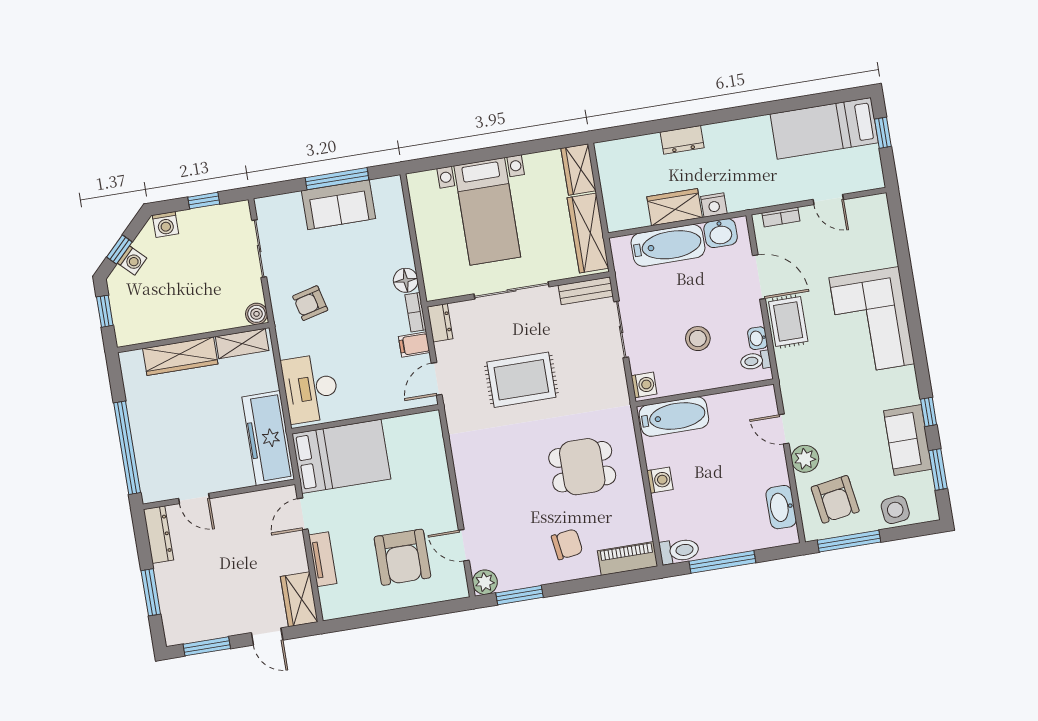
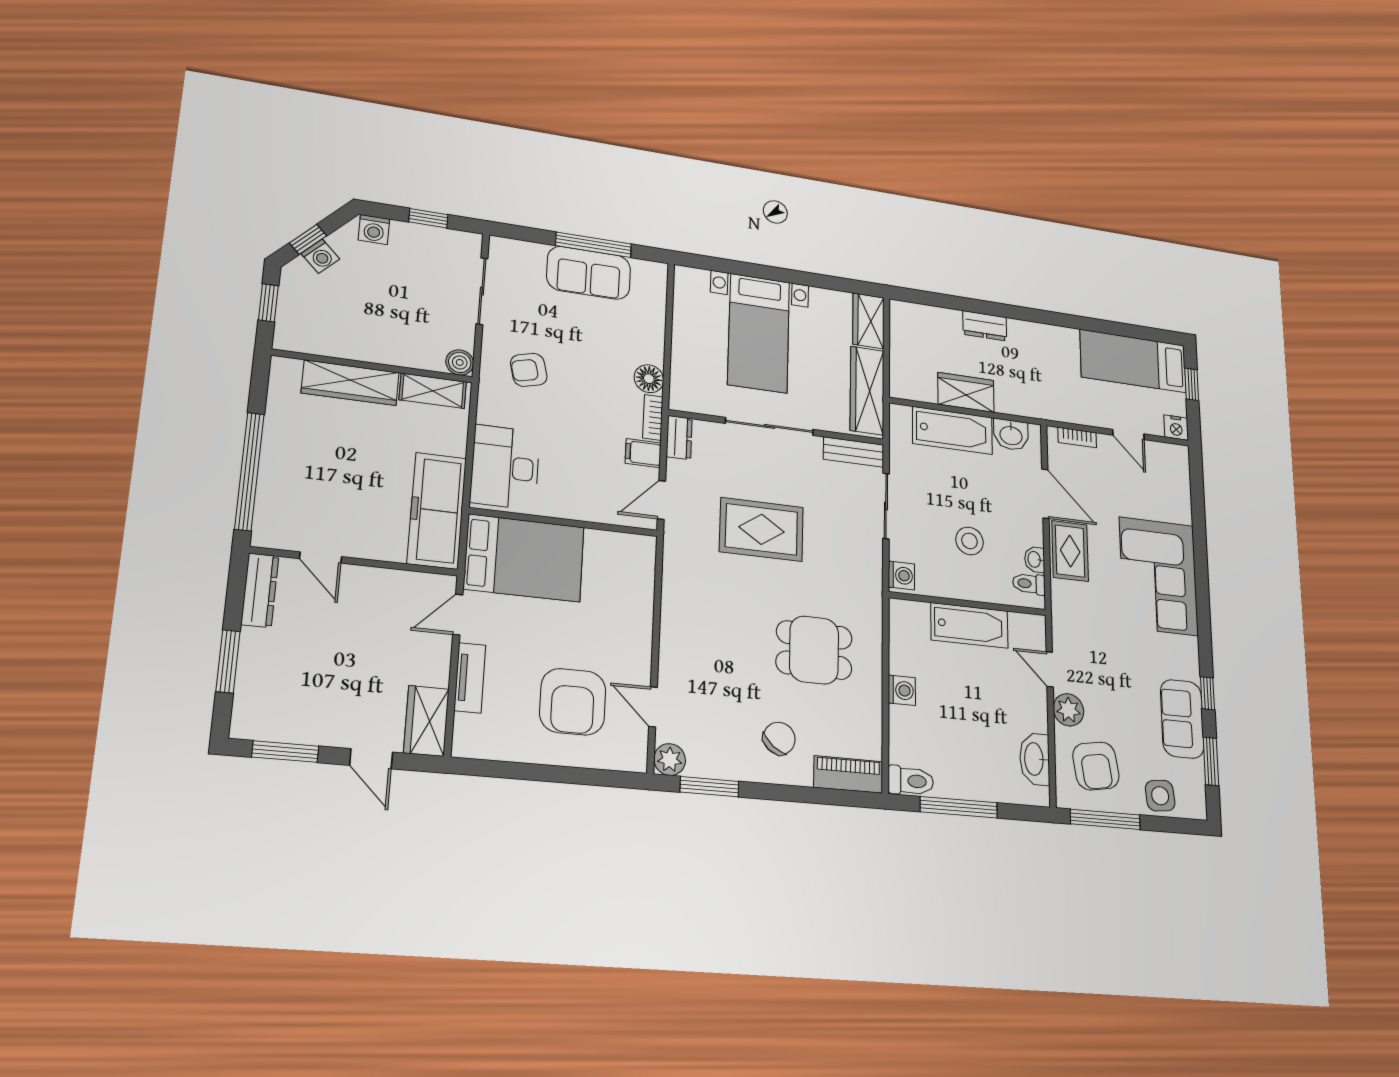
nightstand: (714, 205) -> (1176, 428), moved
bathtub: (674, 417) -> (969, 625), moved
chair: (567, 544) -> (779, 738), turned -42

